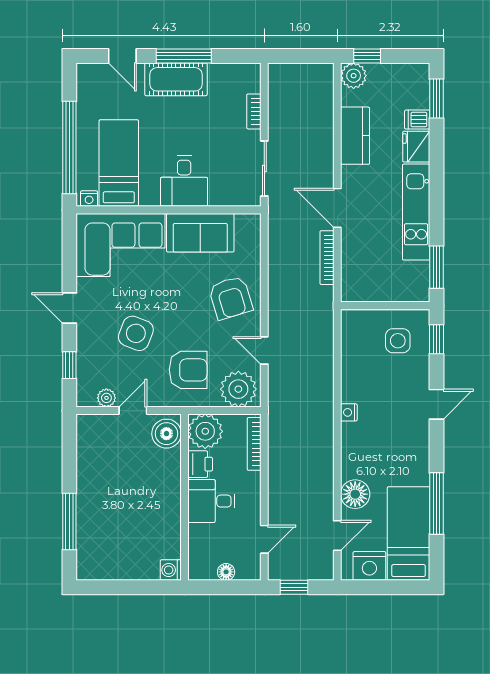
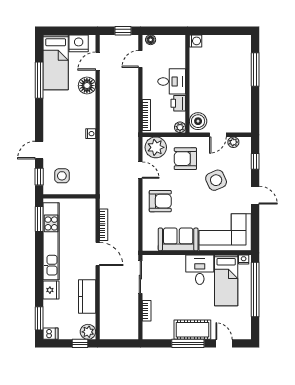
dishwasher: (417, 120) -> (51, 334), moved
desk: (184, 181) -> (200, 270), moved
kitchen unit: (416, 212) -> (51, 241), width x1.36
armchair: (231, 298) -> (160, 201), turned 107
side table: (136, 333) -> (216, 180), turned 45
door: (436, 404) -> (39, 150), moved
plant: (205, 431) -> (180, 127), width x0.53, depth x0.53
floor lamp: (226, 572) -> (151, 40), moved

